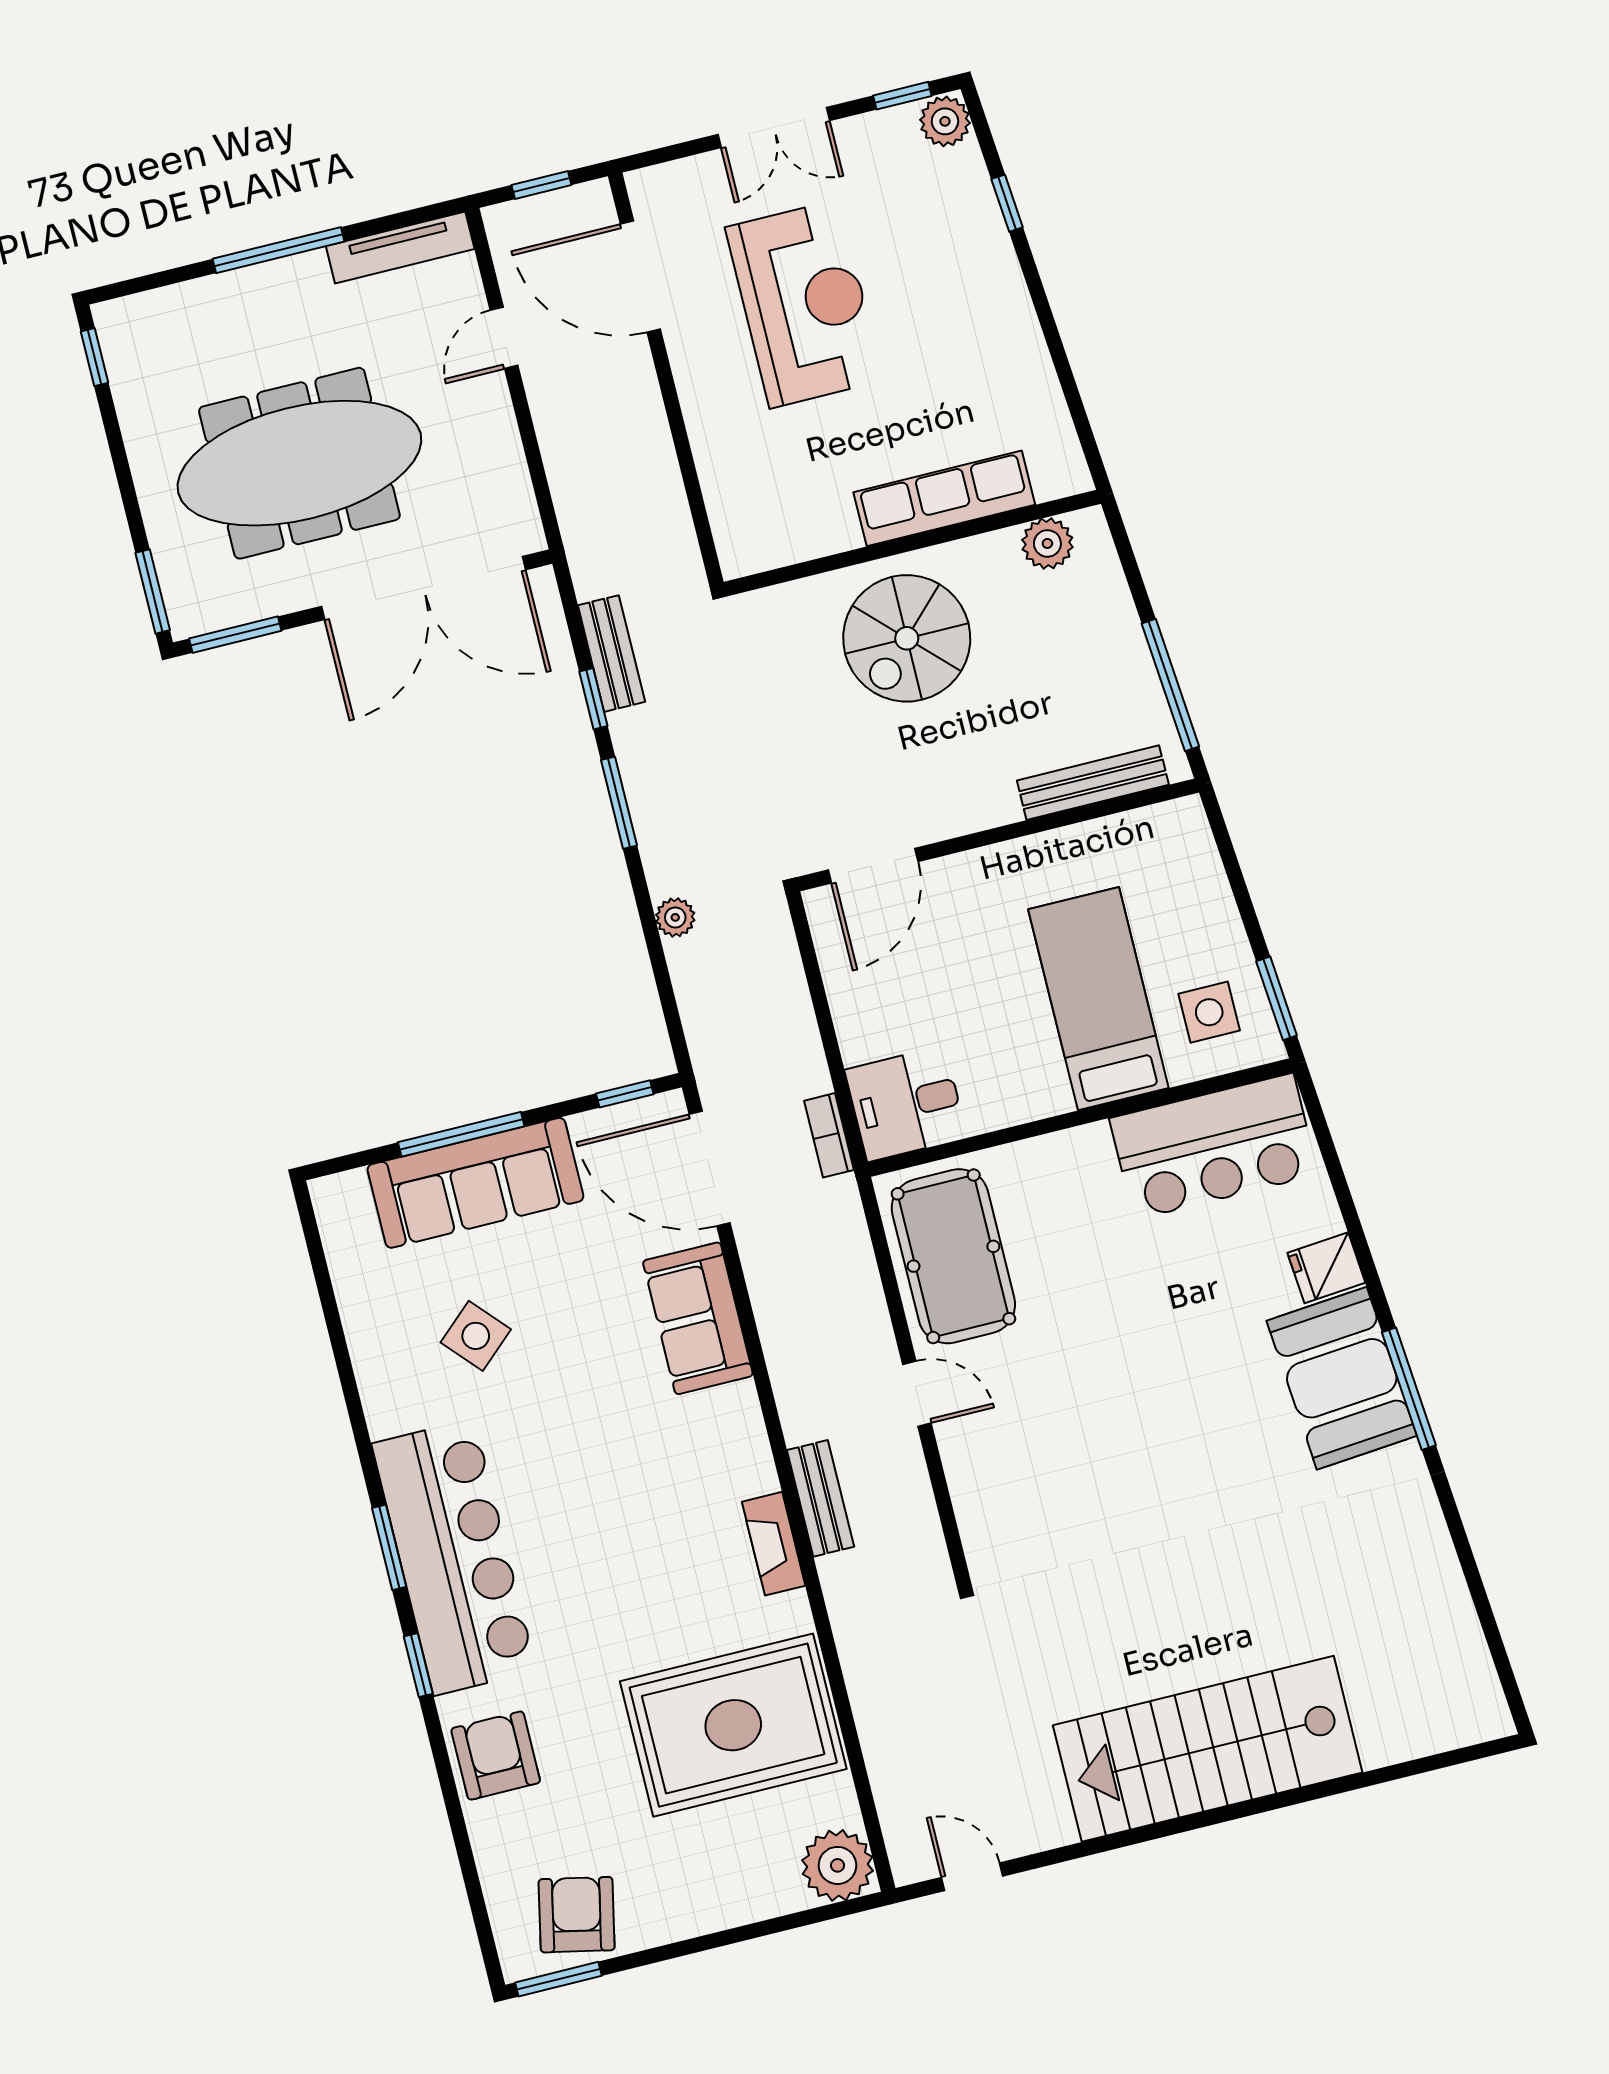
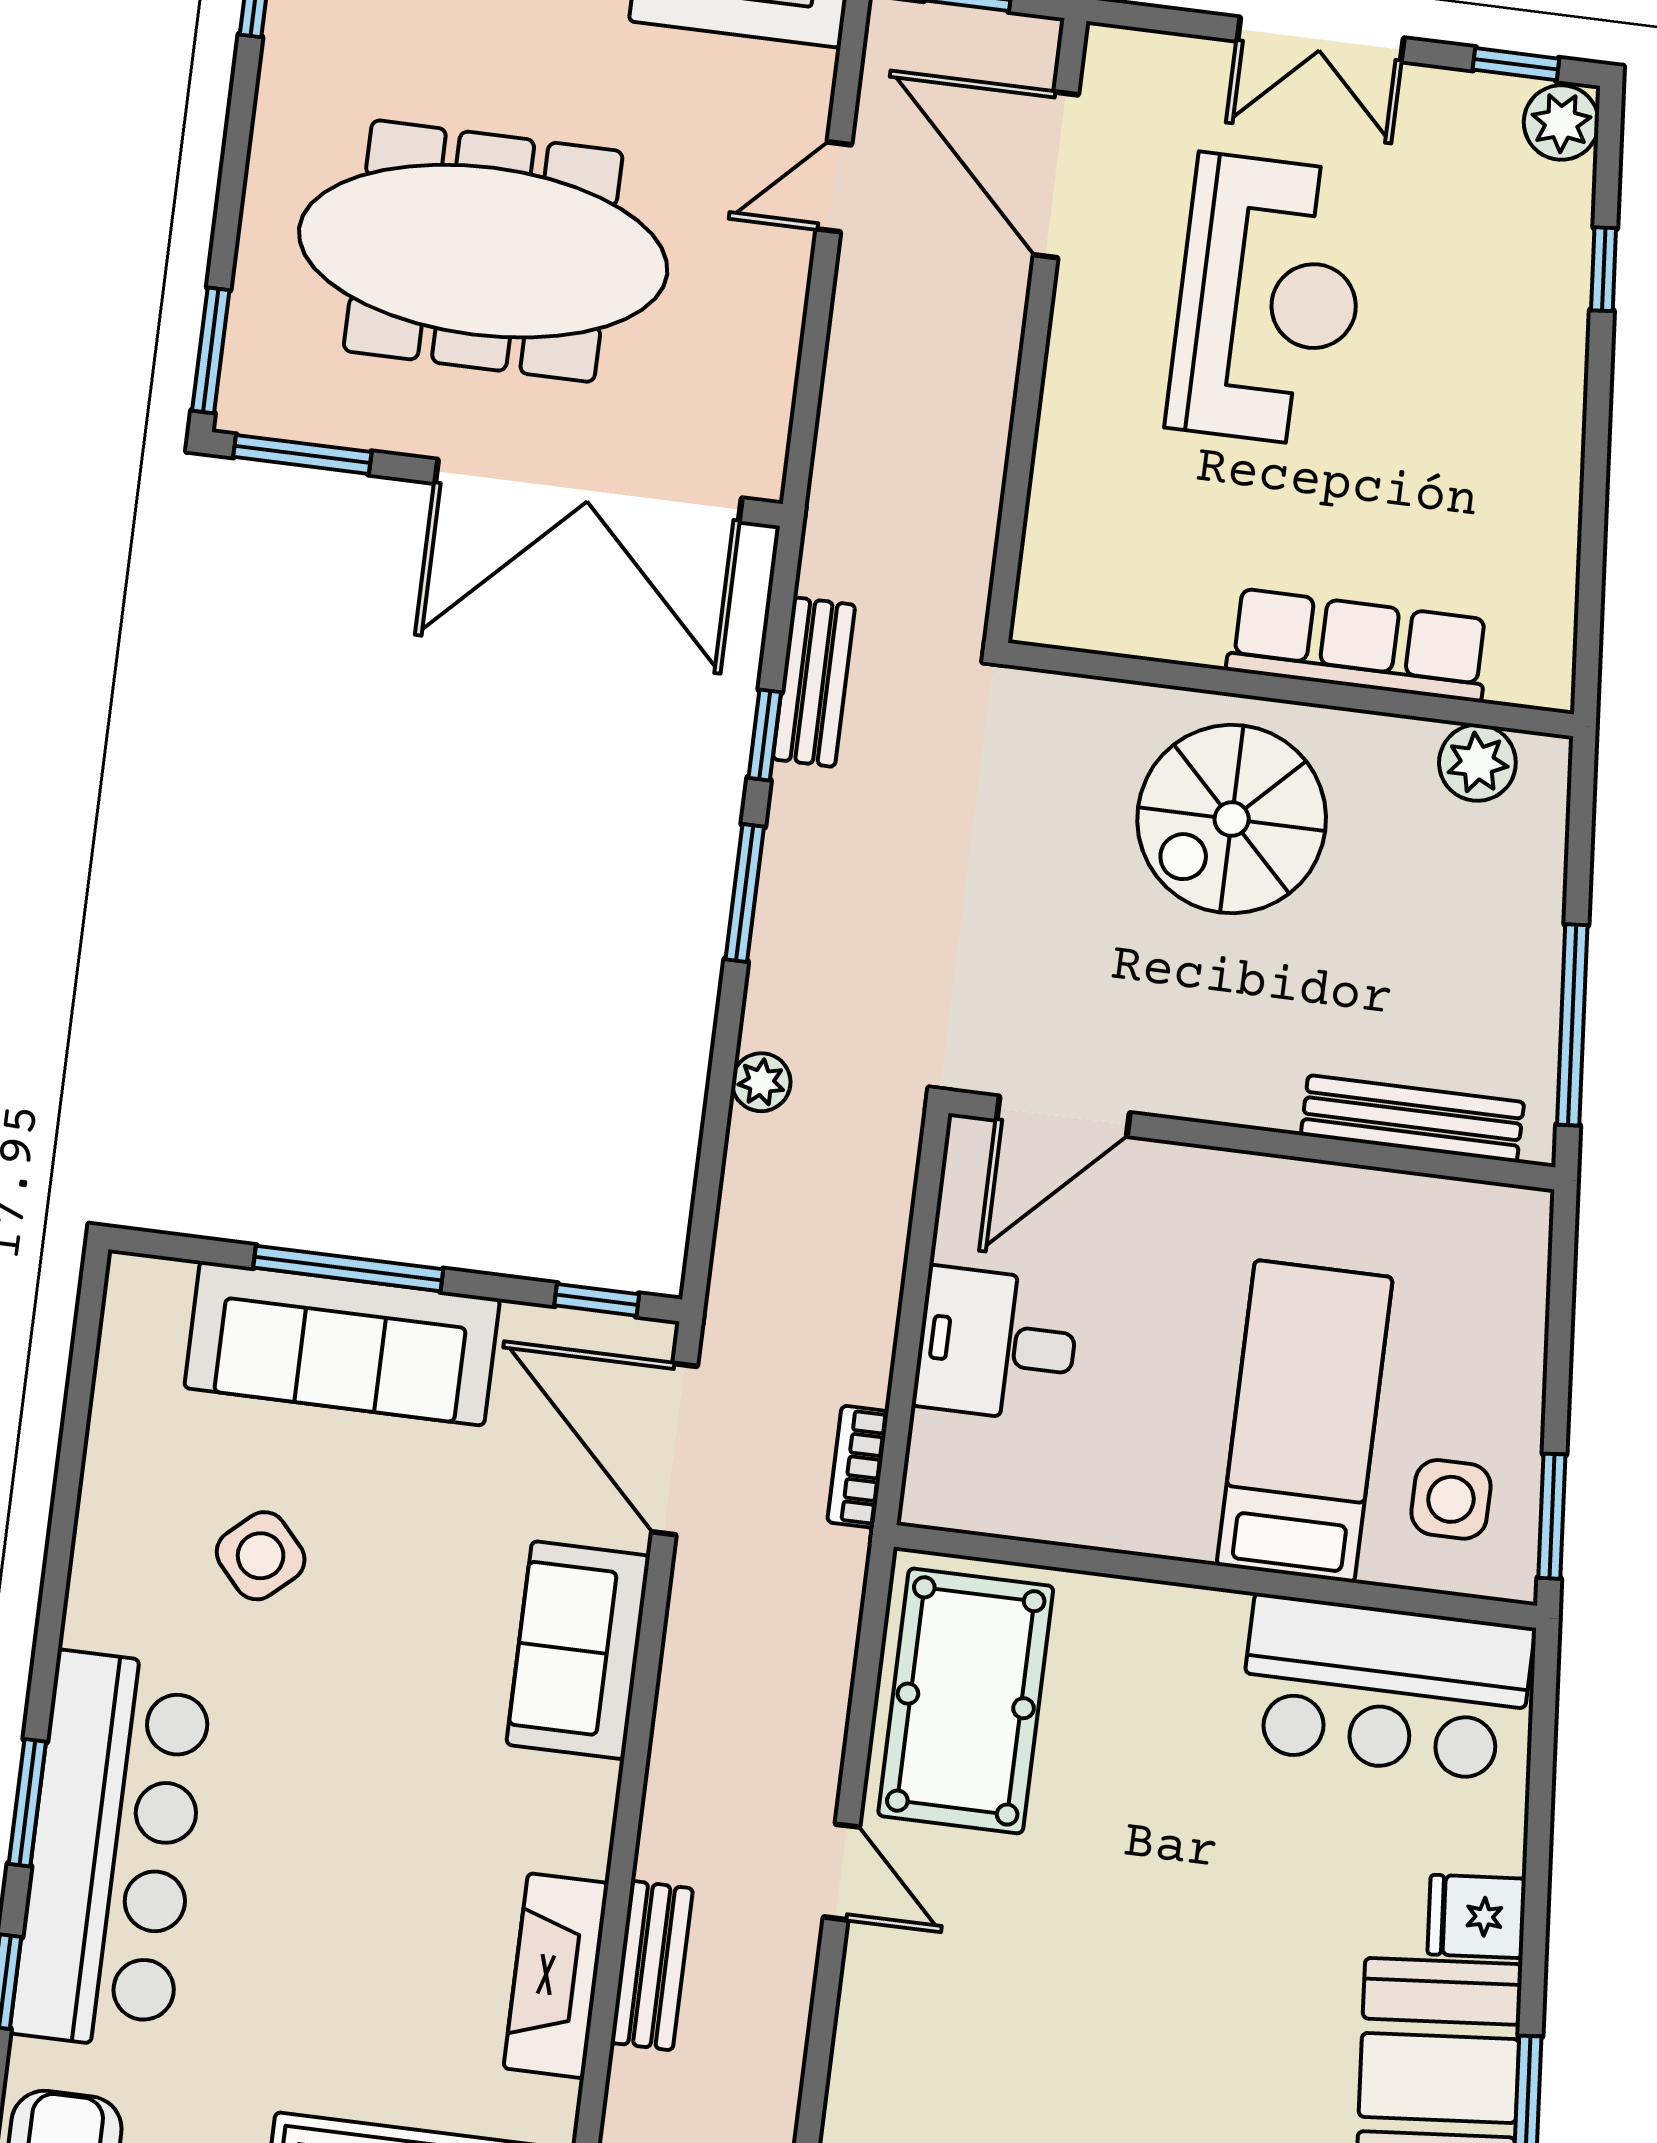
desk: (906, 1104) -> (997, 1345), moved
fireplace: (774, 1544) -> (556, 1976), width x1.37, depth x1.32

